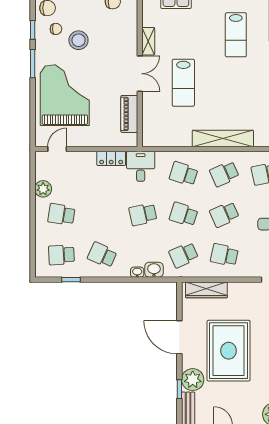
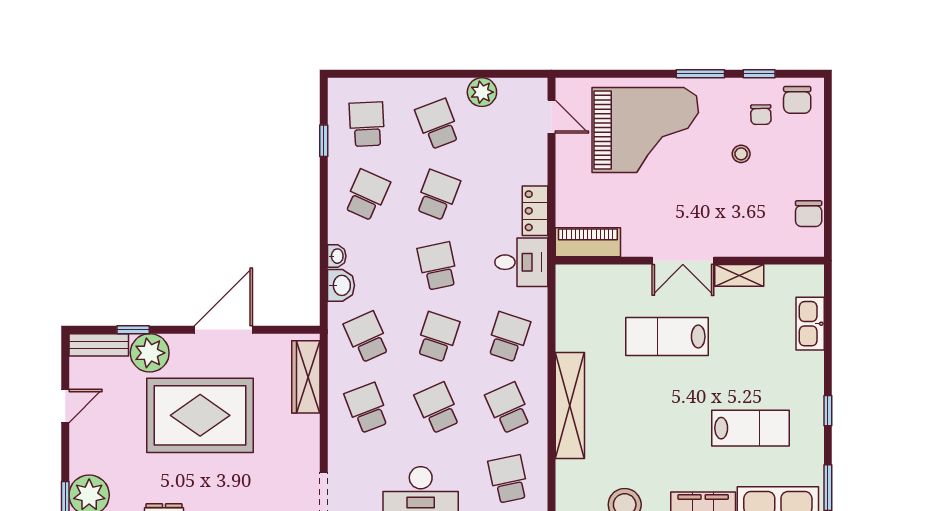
lab bench: (236, 35) -> (751, 428), turned 180
stool: (79, 40) -> (741, 154), width x0.53, depth x0.53
piano: (129, 114) -> (588, 242), moved
school desk: (61, 214) -> (438, 124), turned -30
school desk: (102, 214) -> (438, 195), added
school desk: (224, 255) -> (367, 408), turned -33

